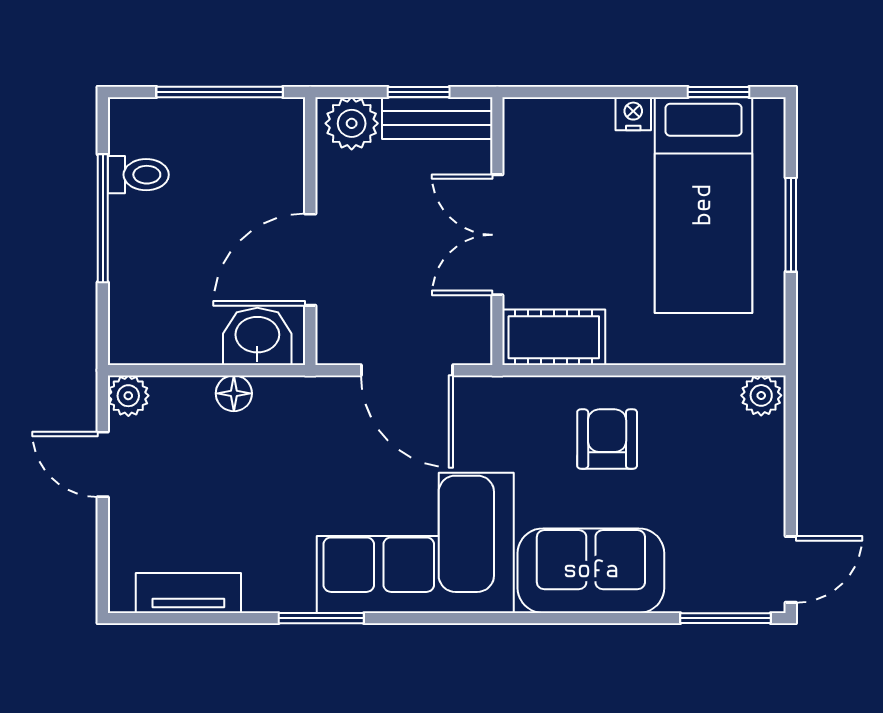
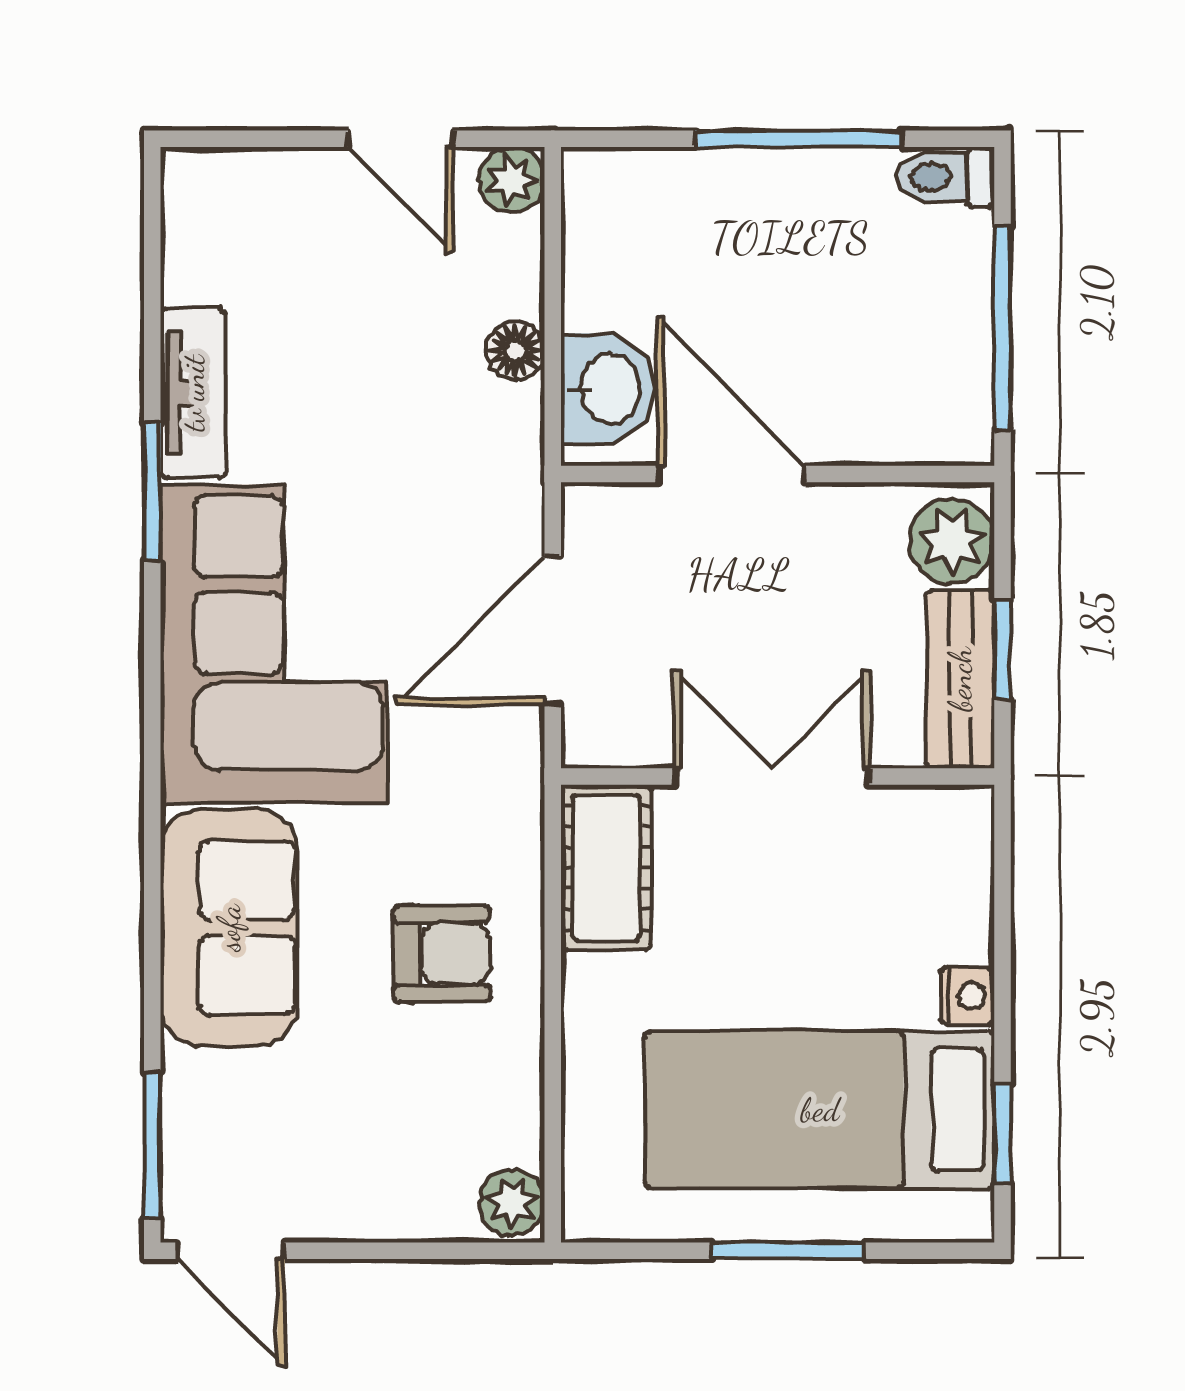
toilet: (138, 175) -> (945, 177), moved, turned 90
door: (103, 464) -> (401, 139), swing flipped
tv unit: (188, 593) -> (193, 393), moved

